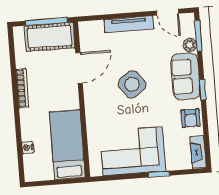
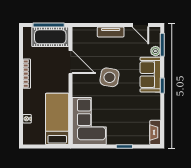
tv unit: (129, 24) -> (111, 32), width x0.71
door: (79, 68) -> (71, 62), hinge flipped
side table: (132, 84) -> (110, 77), turned 45
armchair: (191, 118) -> (152, 106), removed
corner sofa: (133, 151) -> (89, 121), moved, turned 90

